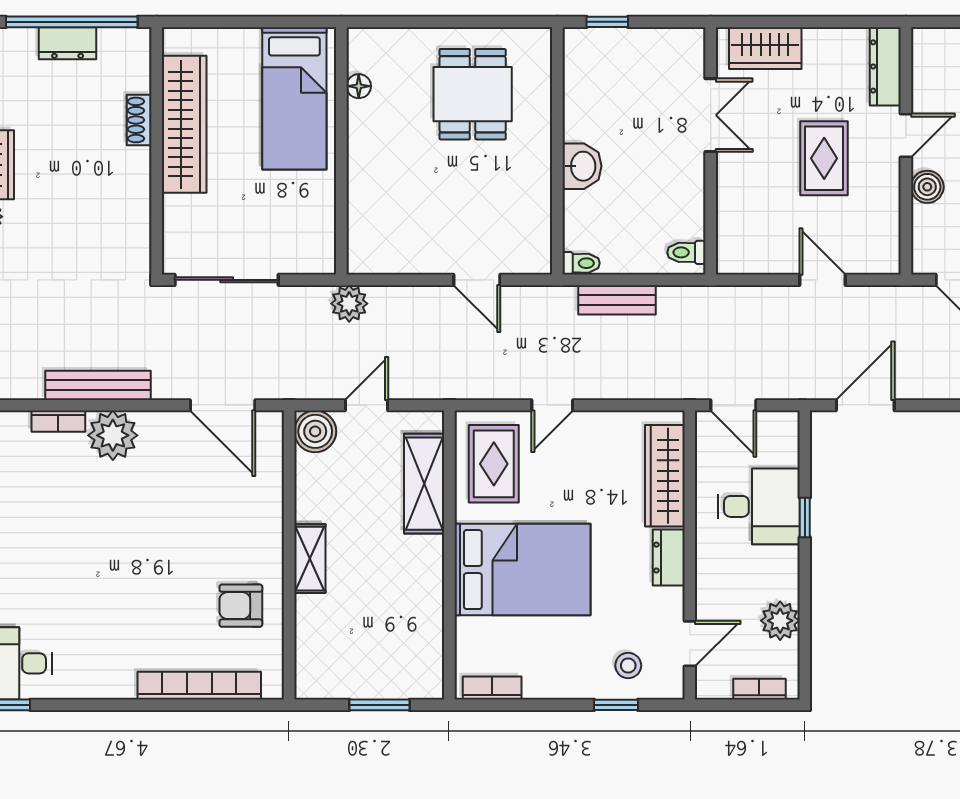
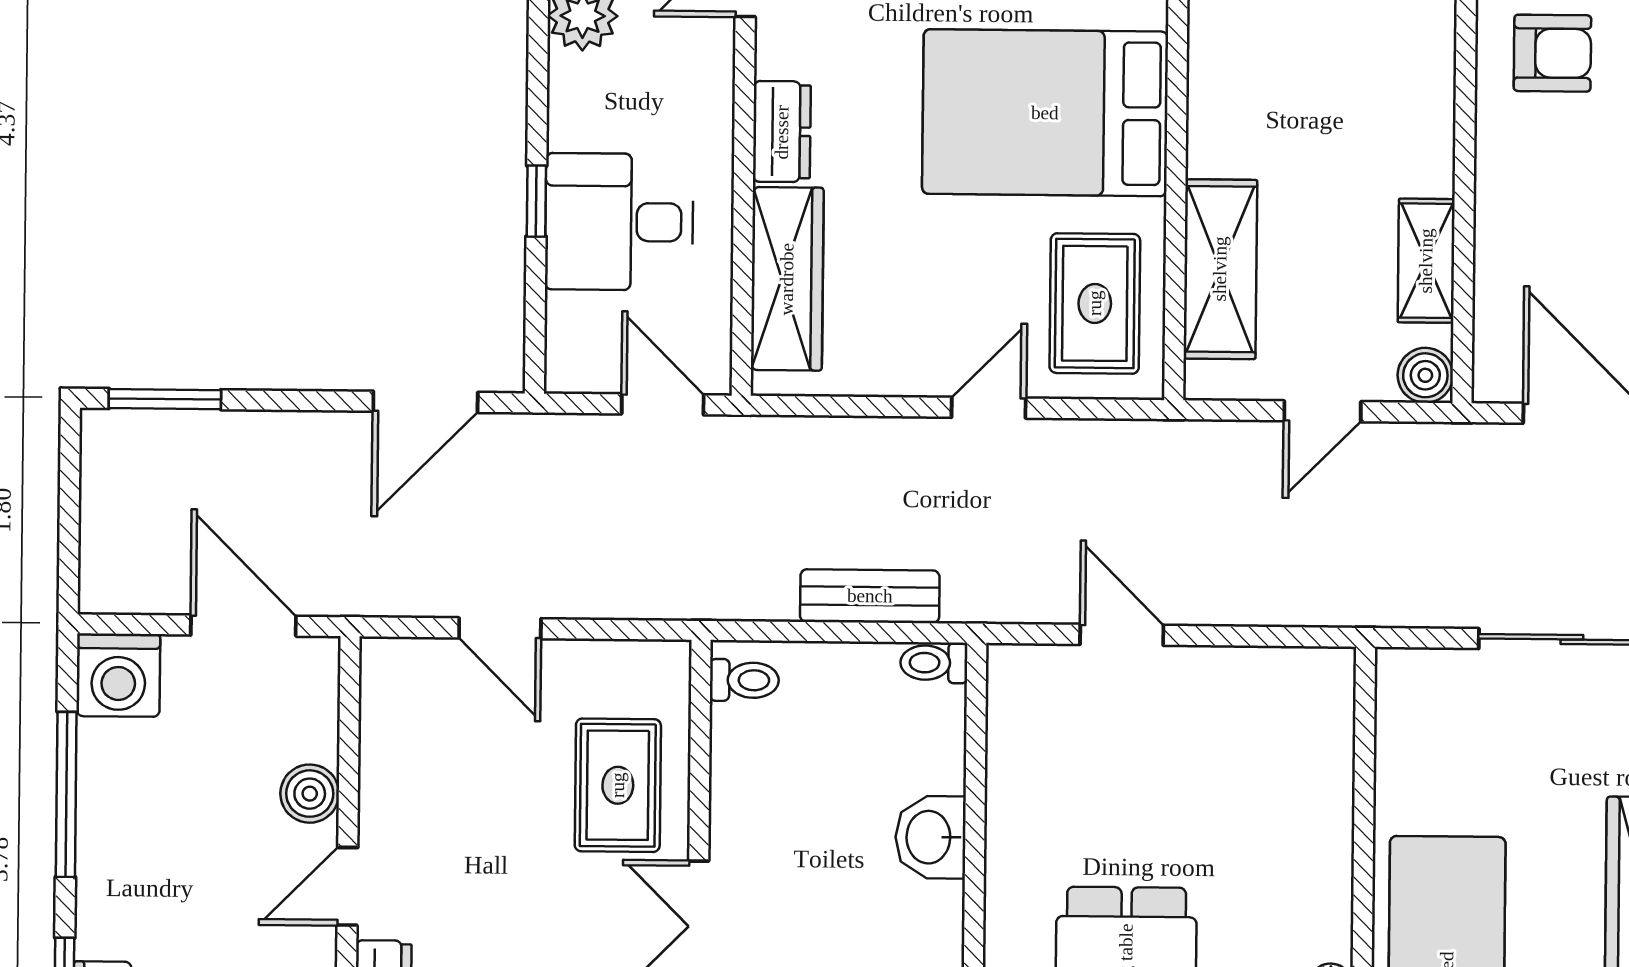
rug: (824, 158) -> (618, 785), moved
plant: (349, 304) -> (1352, 595), removed
boiler: (315, 431) -> (1425, 375), width x0.73, depth x0.73
shelving: (310, 559) -> (1426, 261), moved

